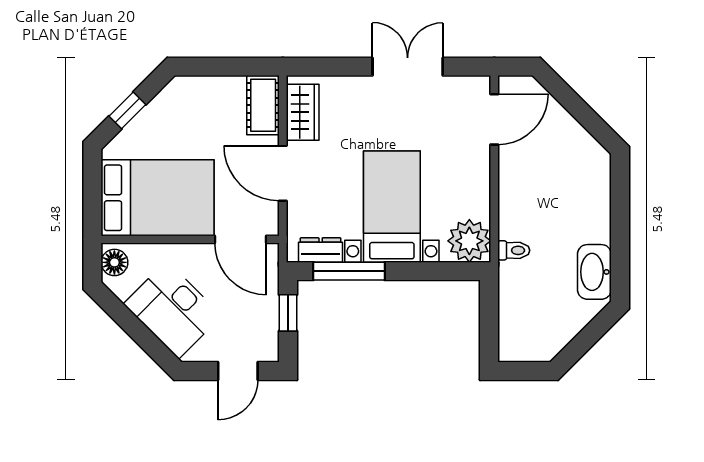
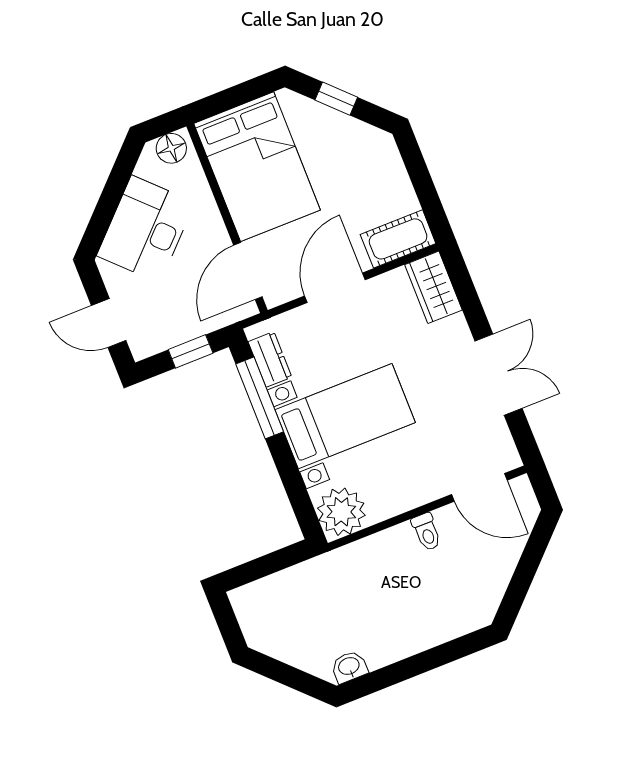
wardrobe: (303, 112) -> (433, 287), moved, turned 90
toilet: (514, 250) -> (426, 532), moved
washbasin: (594, 272) -> (349, 667), width x0.52, depth x0.69

